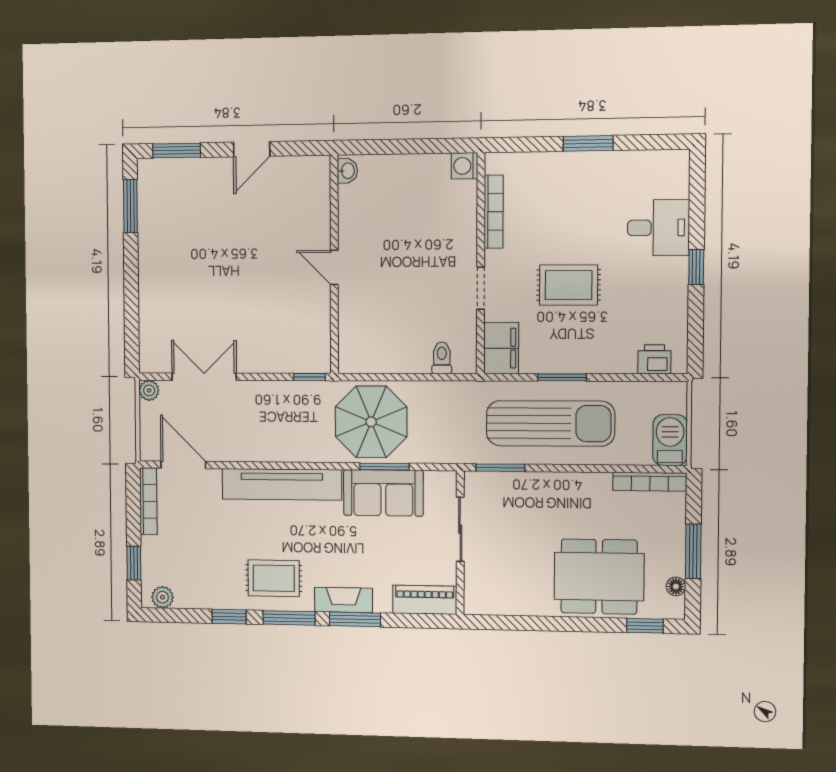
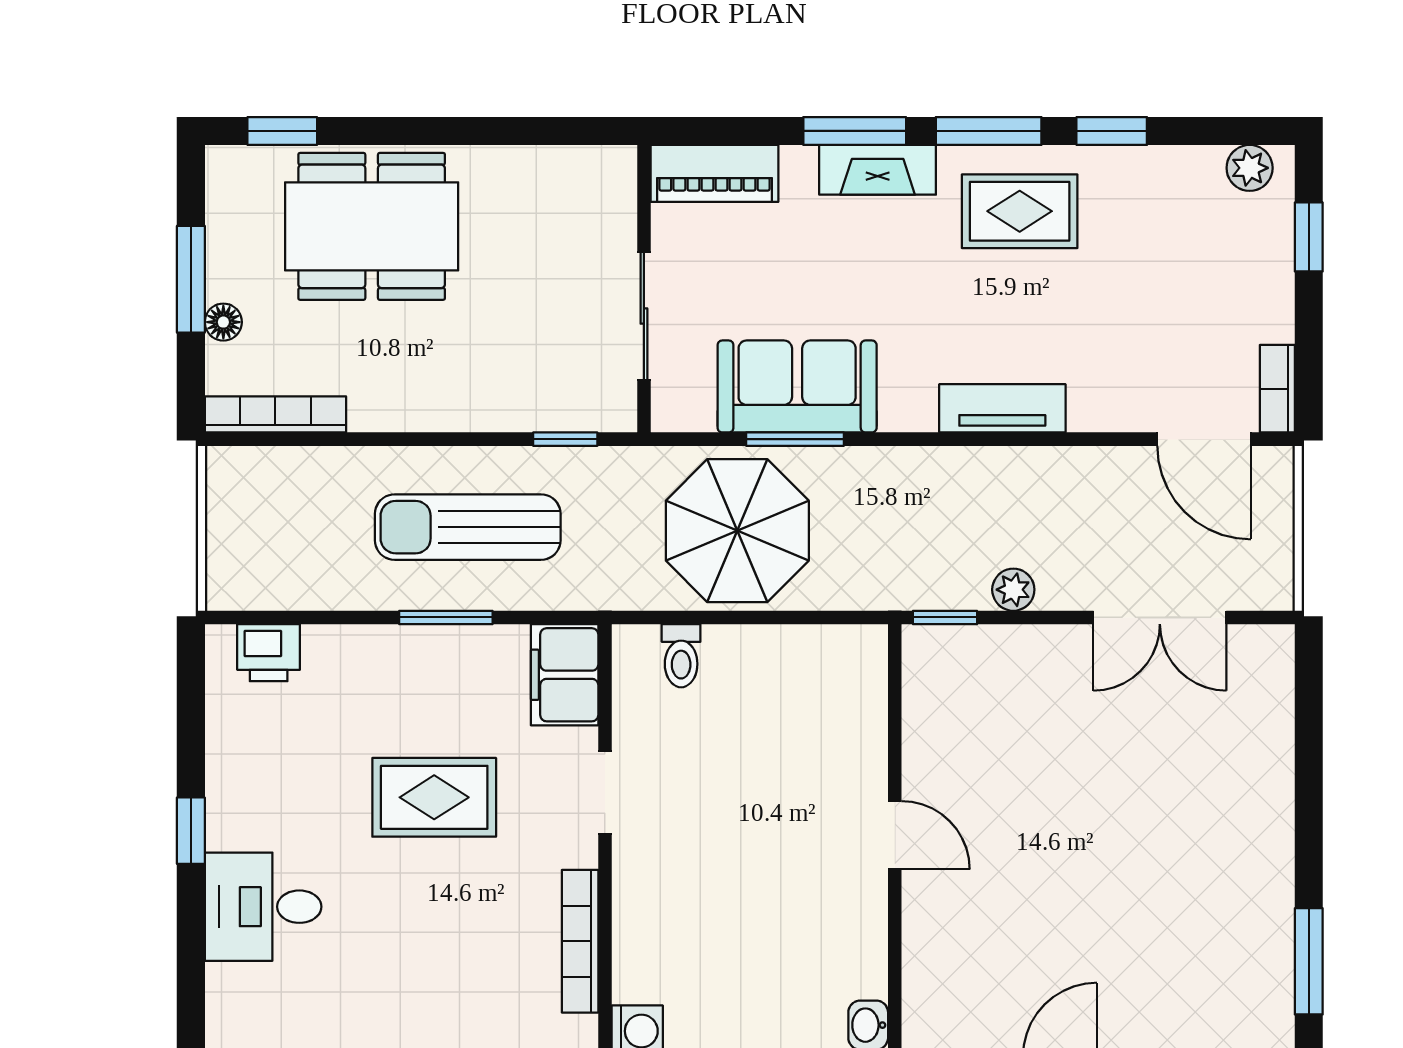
plant: (149, 390) -> (1013, 590), moved
parasol: (371, 422) -> (737, 531), moved
sun lounger: (550, 423) -> (468, 527), width x0.73, depth x0.75
barbecue: (670, 440) -> (237, 496), removed
window: (500, 468) -> (565, 439), width x0.67
tv unit: (282, 484) -> (1002, 408), width x0.52, depth x0.78
bookcase: (148, 501) -> (1277, 389), width x0.64
floor lamp: (676, 586) -> (223, 322), moved

